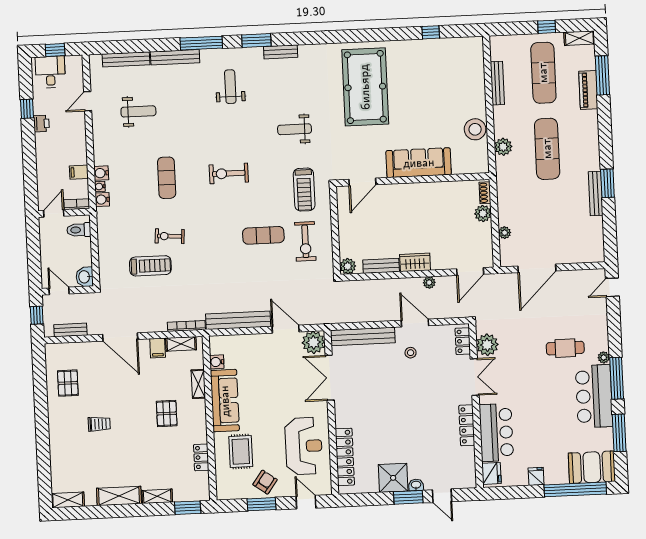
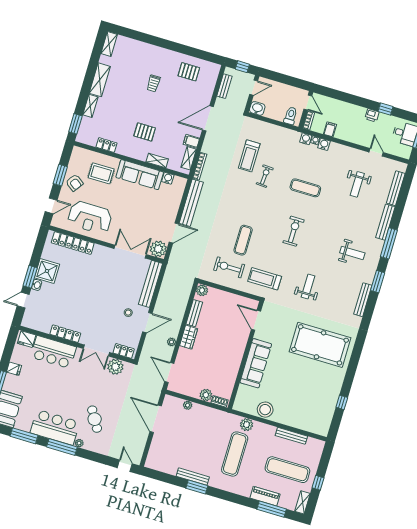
bench: (281, 52) -> (363, 300), width x1.36
exercise mat: (547, 149) -> (235, 454), turned 90
cafe table: (565, 348) -> (95, 419), turned -31

